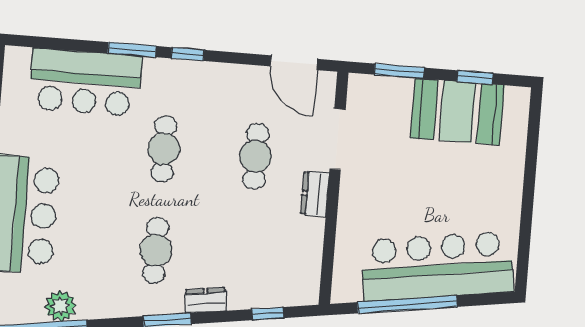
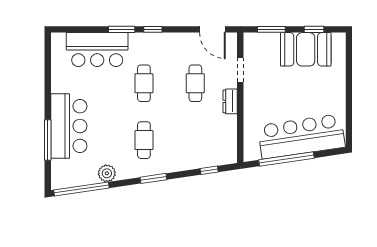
doorway: (338, 139) -> (240, 70), width x0.73
dresser: (206, 300) -> (174, 166), removed
plant: (61, 306) -> (107, 173), moved

